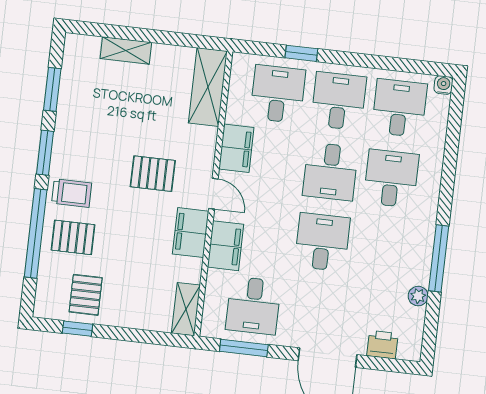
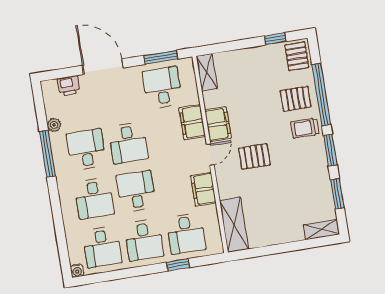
shelving: (126, 50) -> (321, 229), moved
door: (213, 194) -> (210, 155), swing flipped
desk: (383, 249) -> (86, 150), added
pallet: (86, 295) -> (297, 56), moved

